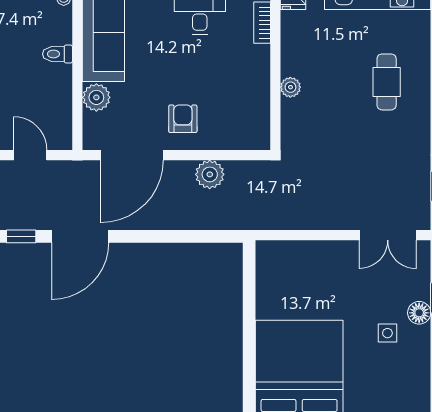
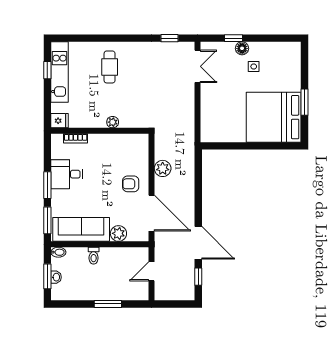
cafe table: (387, 82) -> (110, 67), turned 90

